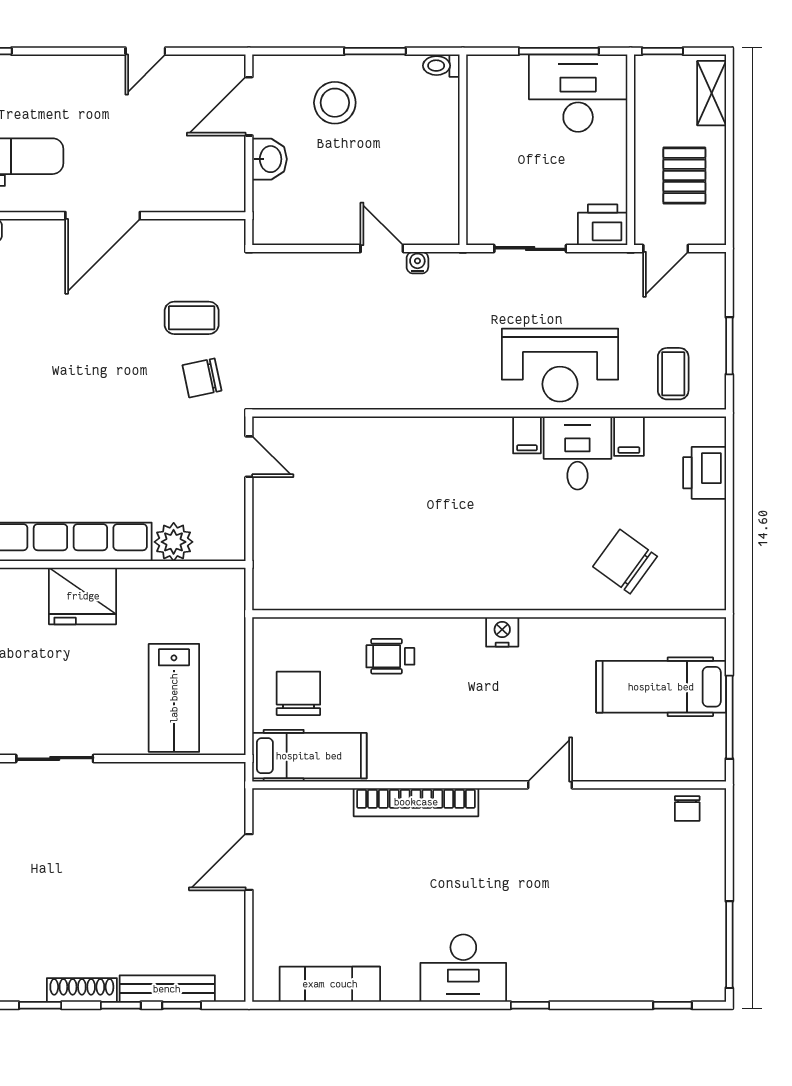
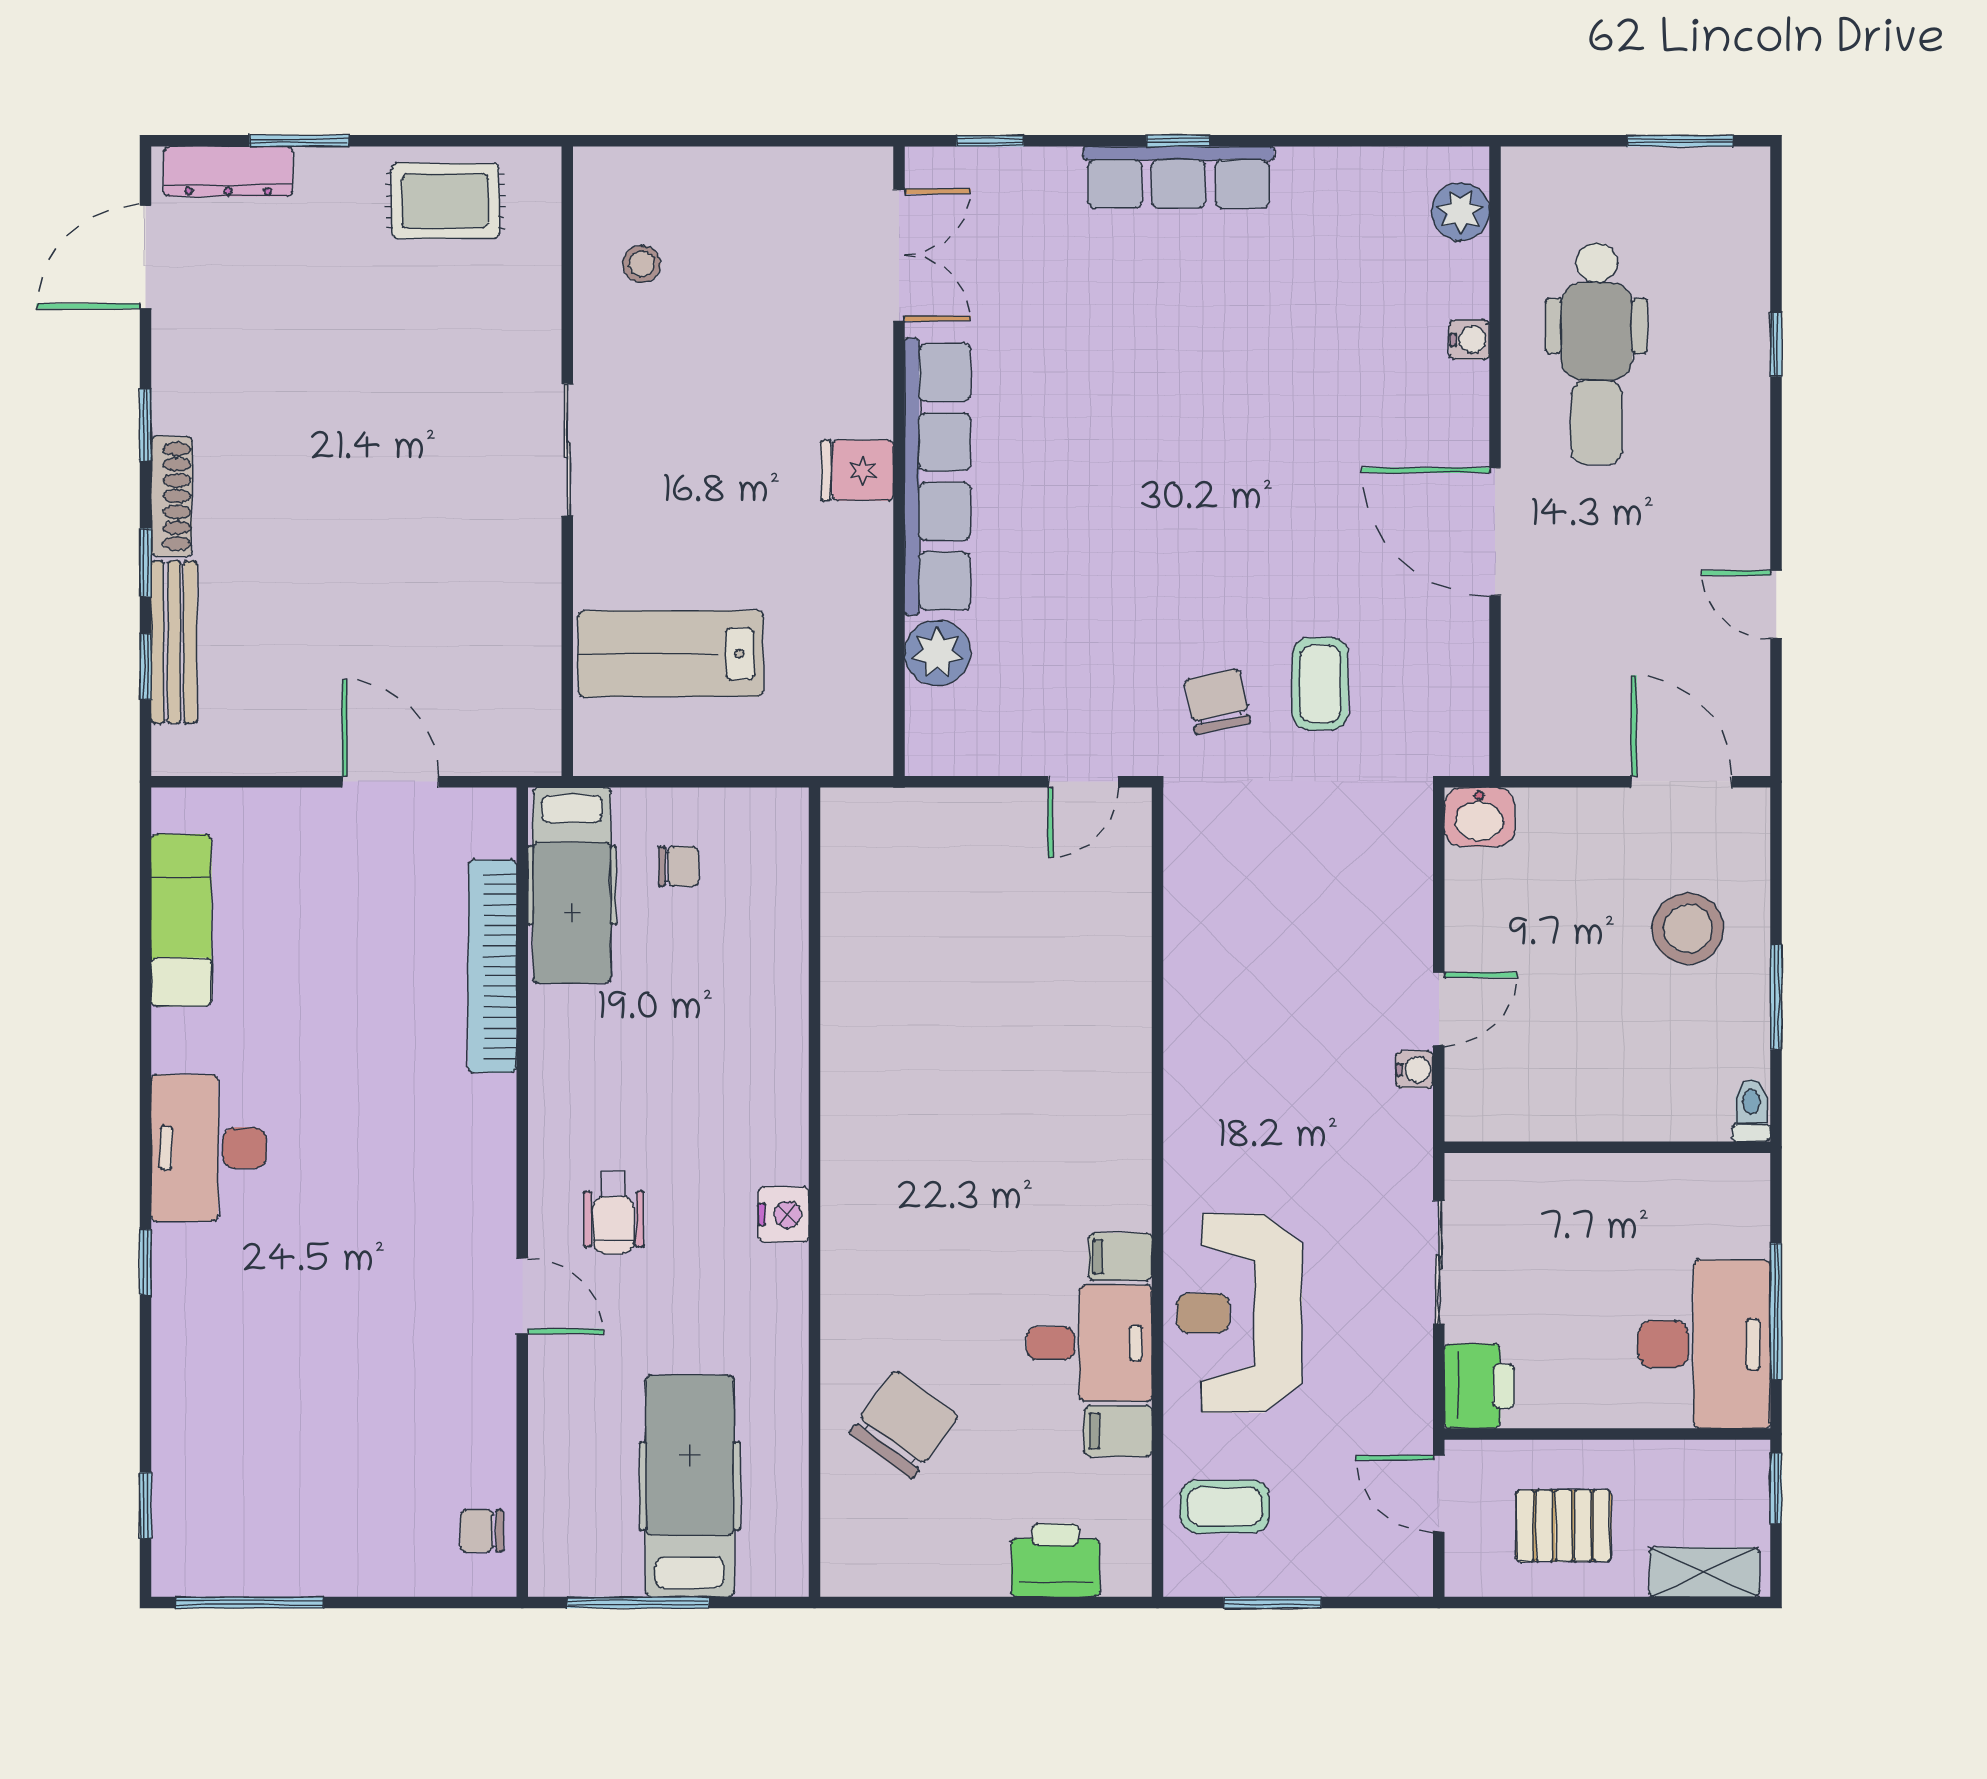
washbasin: (270, 159) -> (1479, 817), moved
fridge: (83, 596) -> (857, 470), width x0.53, depth x0.75
wheelchair: (390, 656) -> (614, 1213), moved, turned 180
chair: (298, 693) -> (679, 866), width x0.54, depth x0.54
bookcase: (416, 802) -> (492, 966), moved

